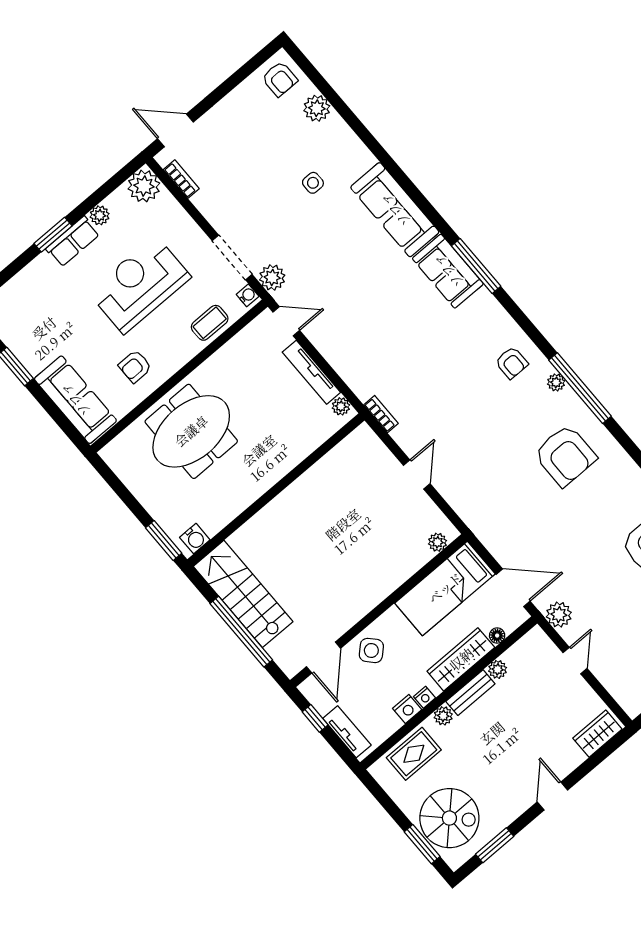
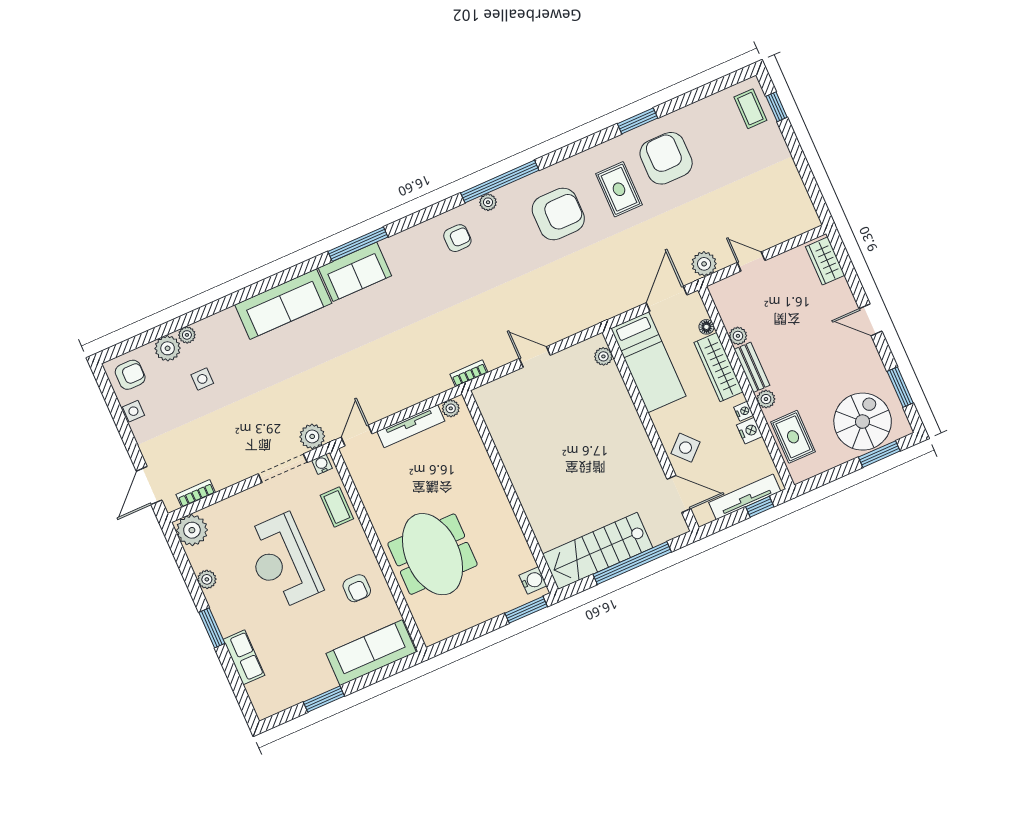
side table: (245, 93) -> (133, 411), added
plant: (336, 123) -> (187, 335), added
side table: (313, 183) -> (202, 379), moved
row of seats: (73, 242) -> (244, 657), moved
rug: (608, 508) -> (619, 189), added
window: (315, 718) -> (760, 507), moved
tv unit: (347, 732) -> (745, 497), width x1.41

